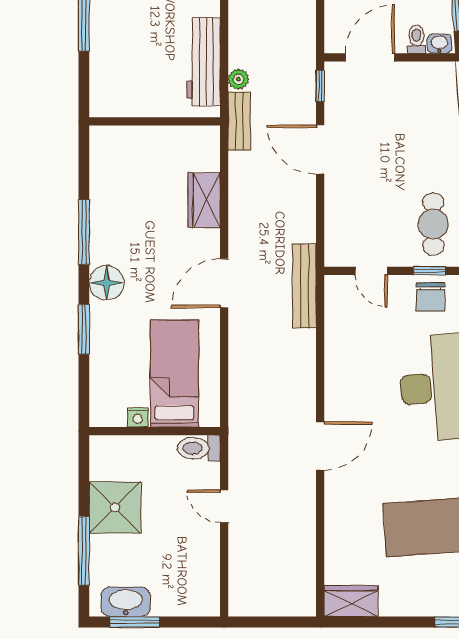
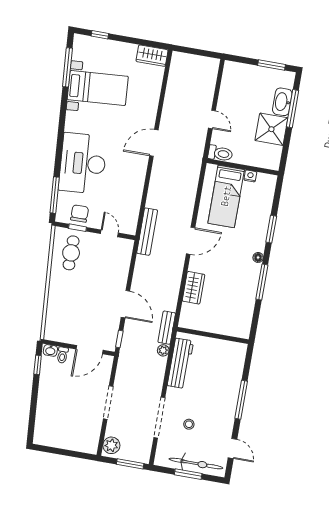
floor lamp: (107, 283) -> (258, 257), width x0.53, depth x0.53
washbasin: (126, 602) -> (282, 102), moved, turned 90

